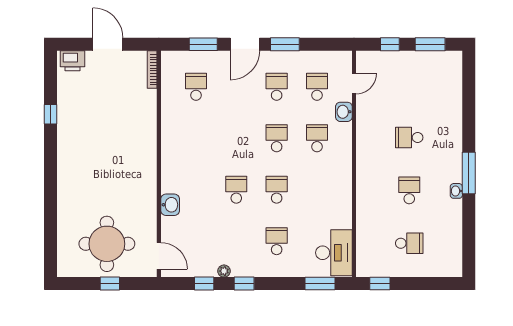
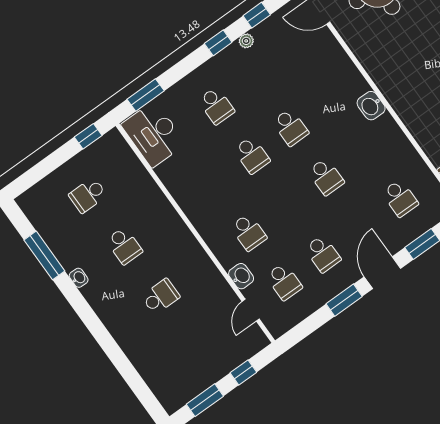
school desk: (277, 138) -> (326, 177), moved
window: (469, 173) -> (44, 255), moved
washbasin: (170, 205) -> (371, 106), moved

